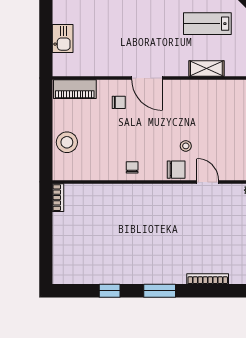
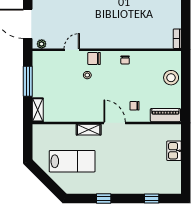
lab bench: (207, 24) -> (72, 161), width x1.36, depth x1.39
shelving: (206, 68) -> (89, 130), moved
door: (208, 182) -> (72, 50), swing flipped

